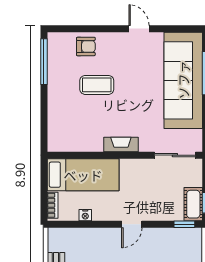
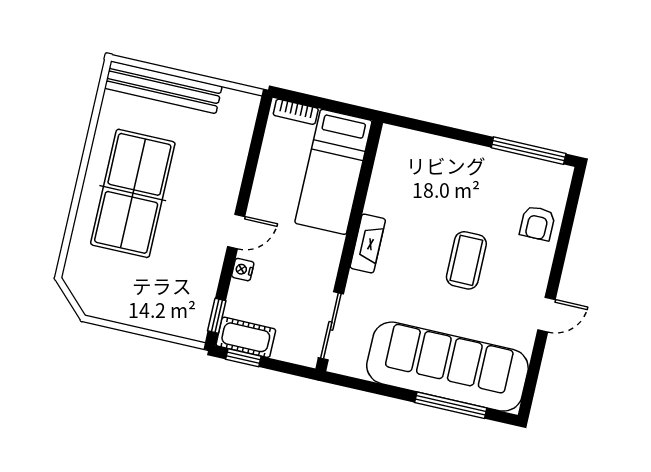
coffee table: (97, 85) -> (466, 260), moved
nightstand: (85, 215) -> (243, 270), moved
door: (132, 224) -> (236, 232), swing flipped

